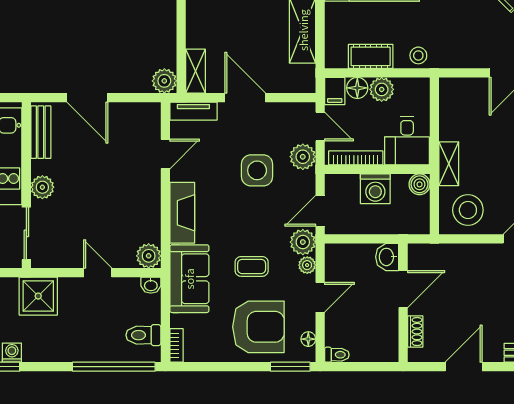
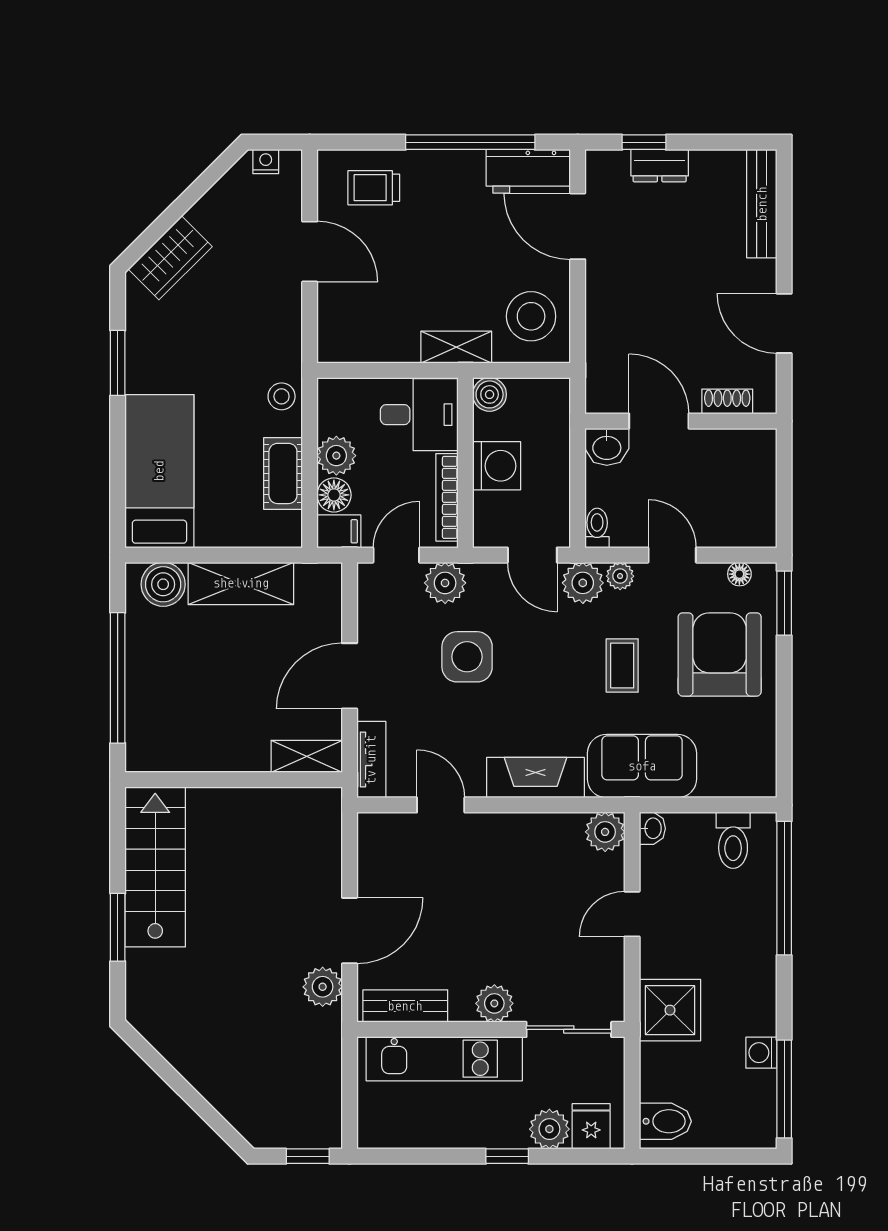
plant: (164, 81) -> (323, 987), moved
bookcase: (177, 345) -> (750, 787), removed
toilet: (337, 355) -> (597, 528), moved

